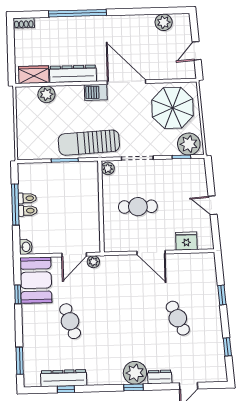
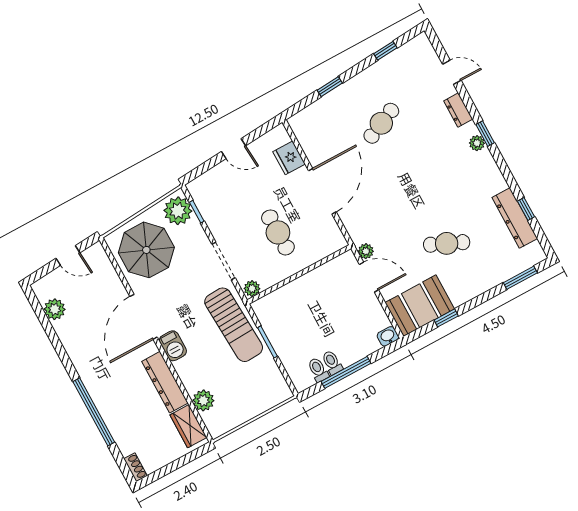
door: (213, 205) -> (233, 149), hinge flipped
toilet: (28, 211) -> (318, 370), moved
door: (151, 252) -> (322, 191), width x1.36
cafe table: (70, 321) -> (447, 243), turned 42
plant: (135, 373) -> (477, 143), width x0.53, depth x0.53

